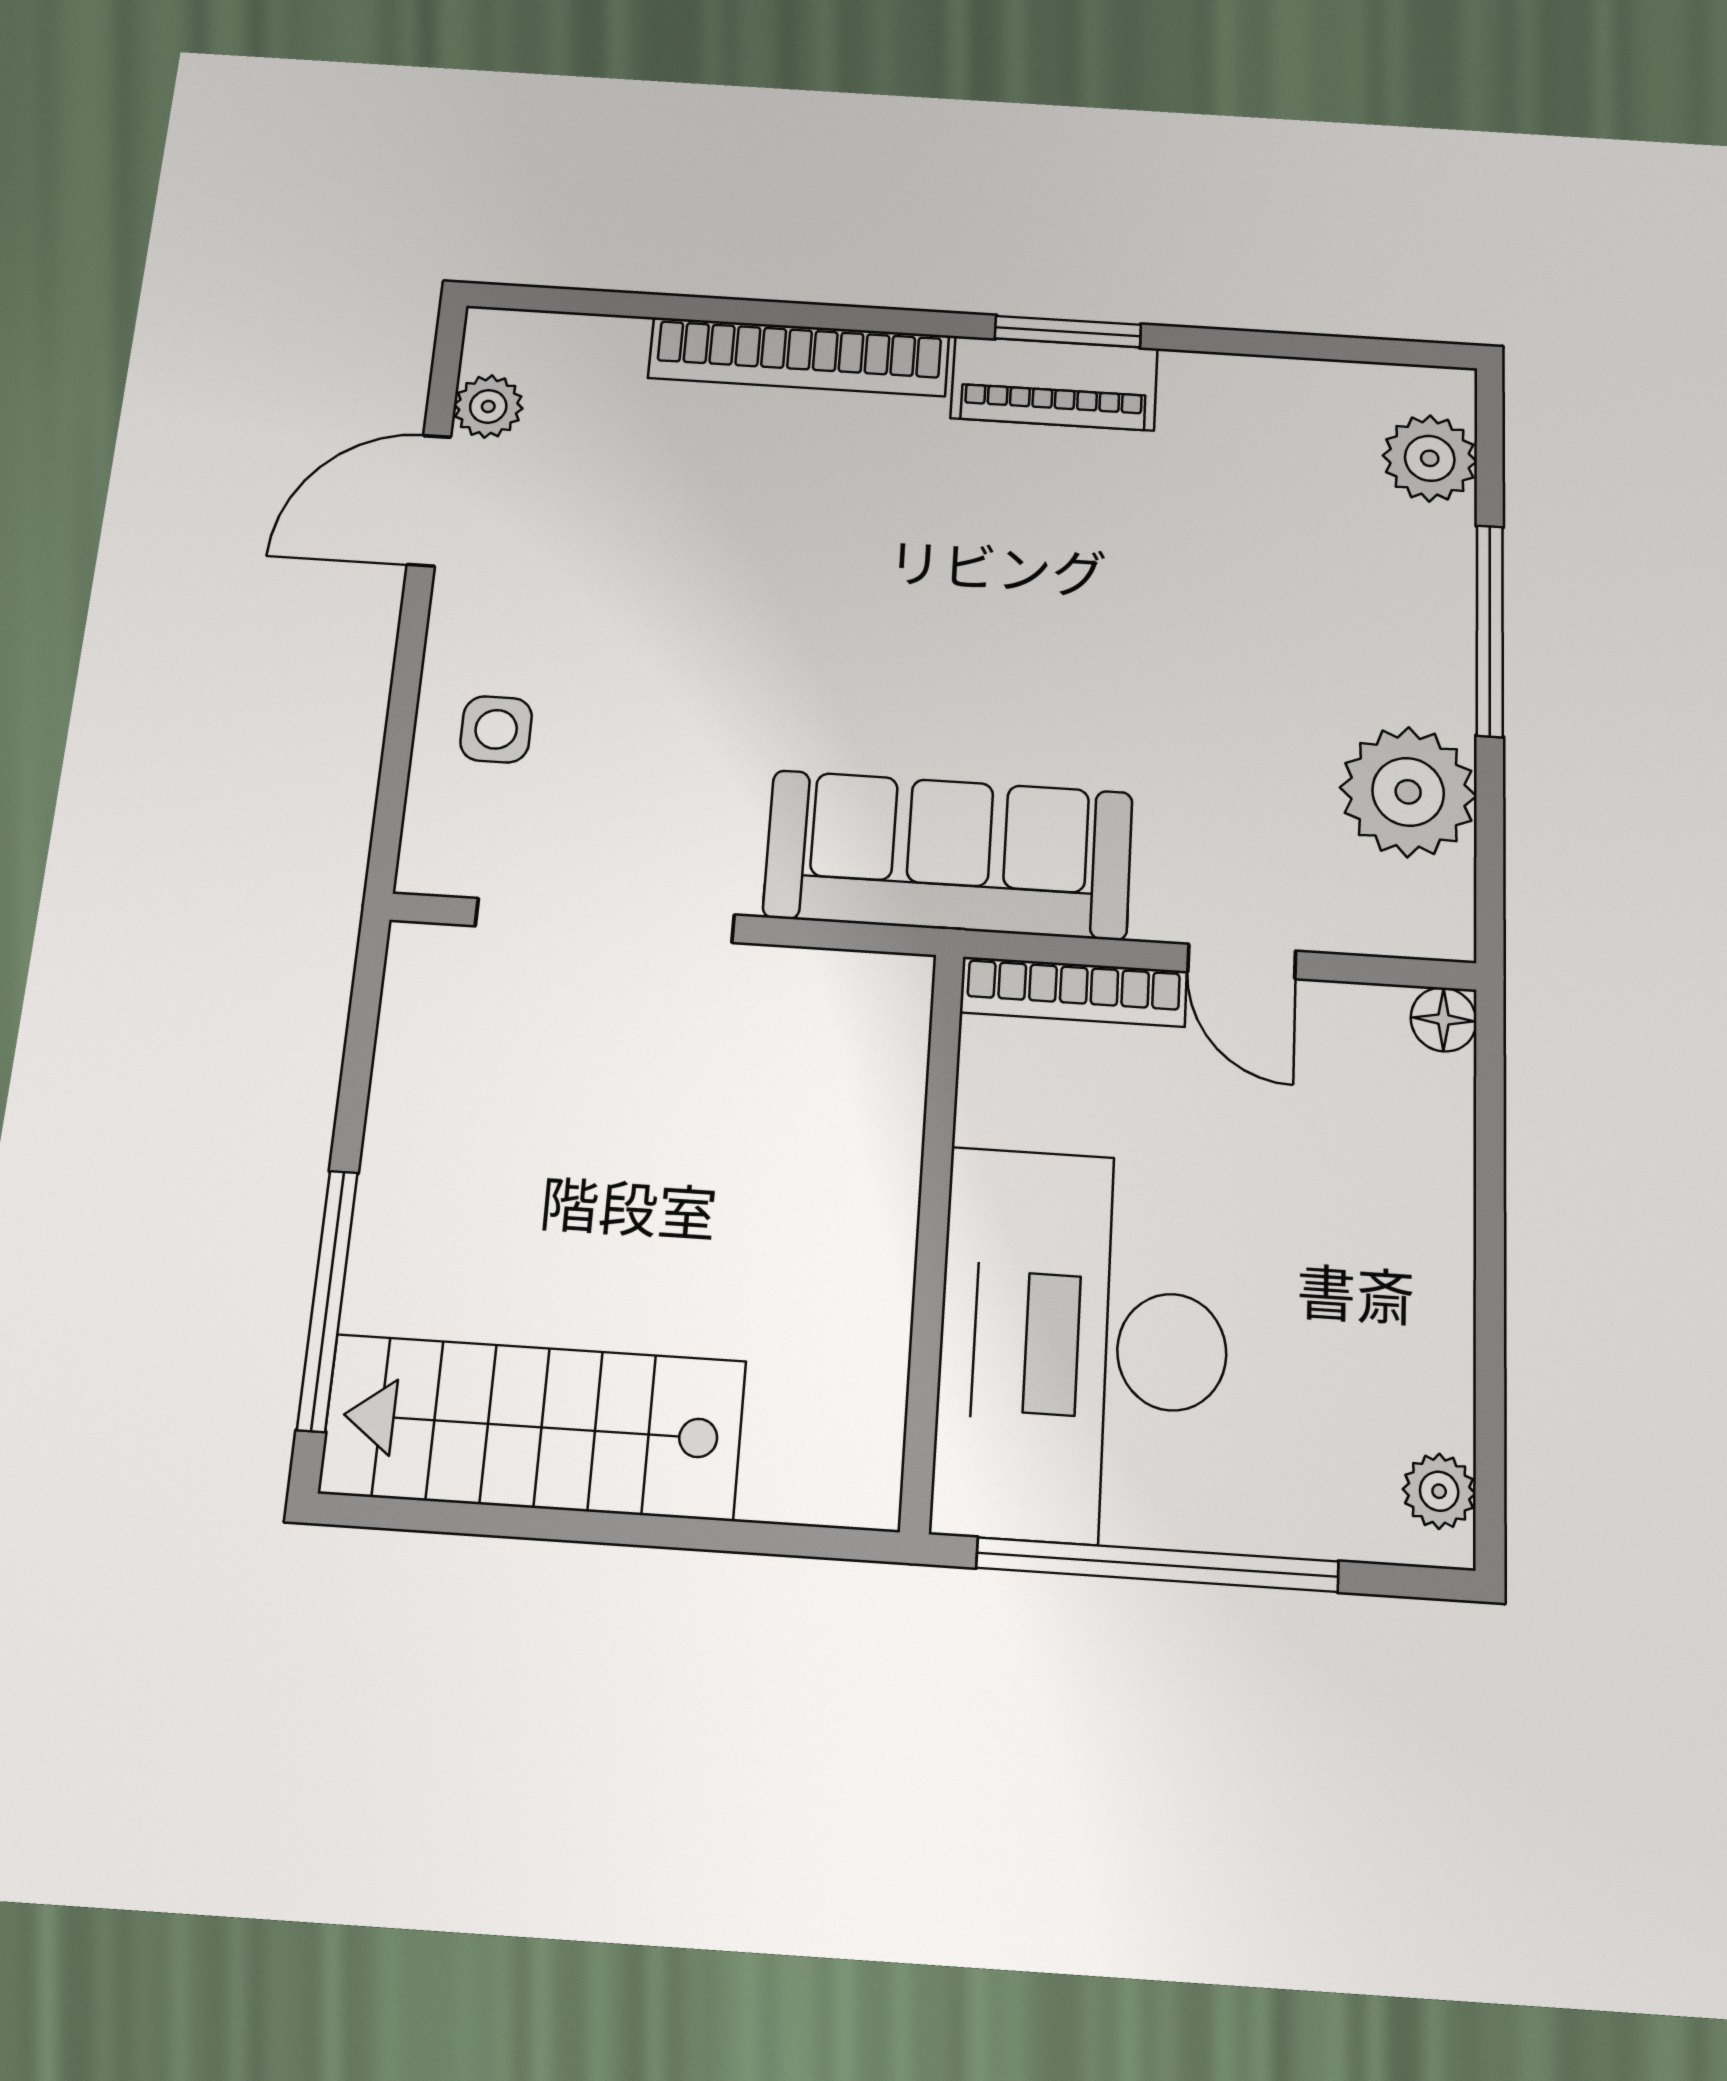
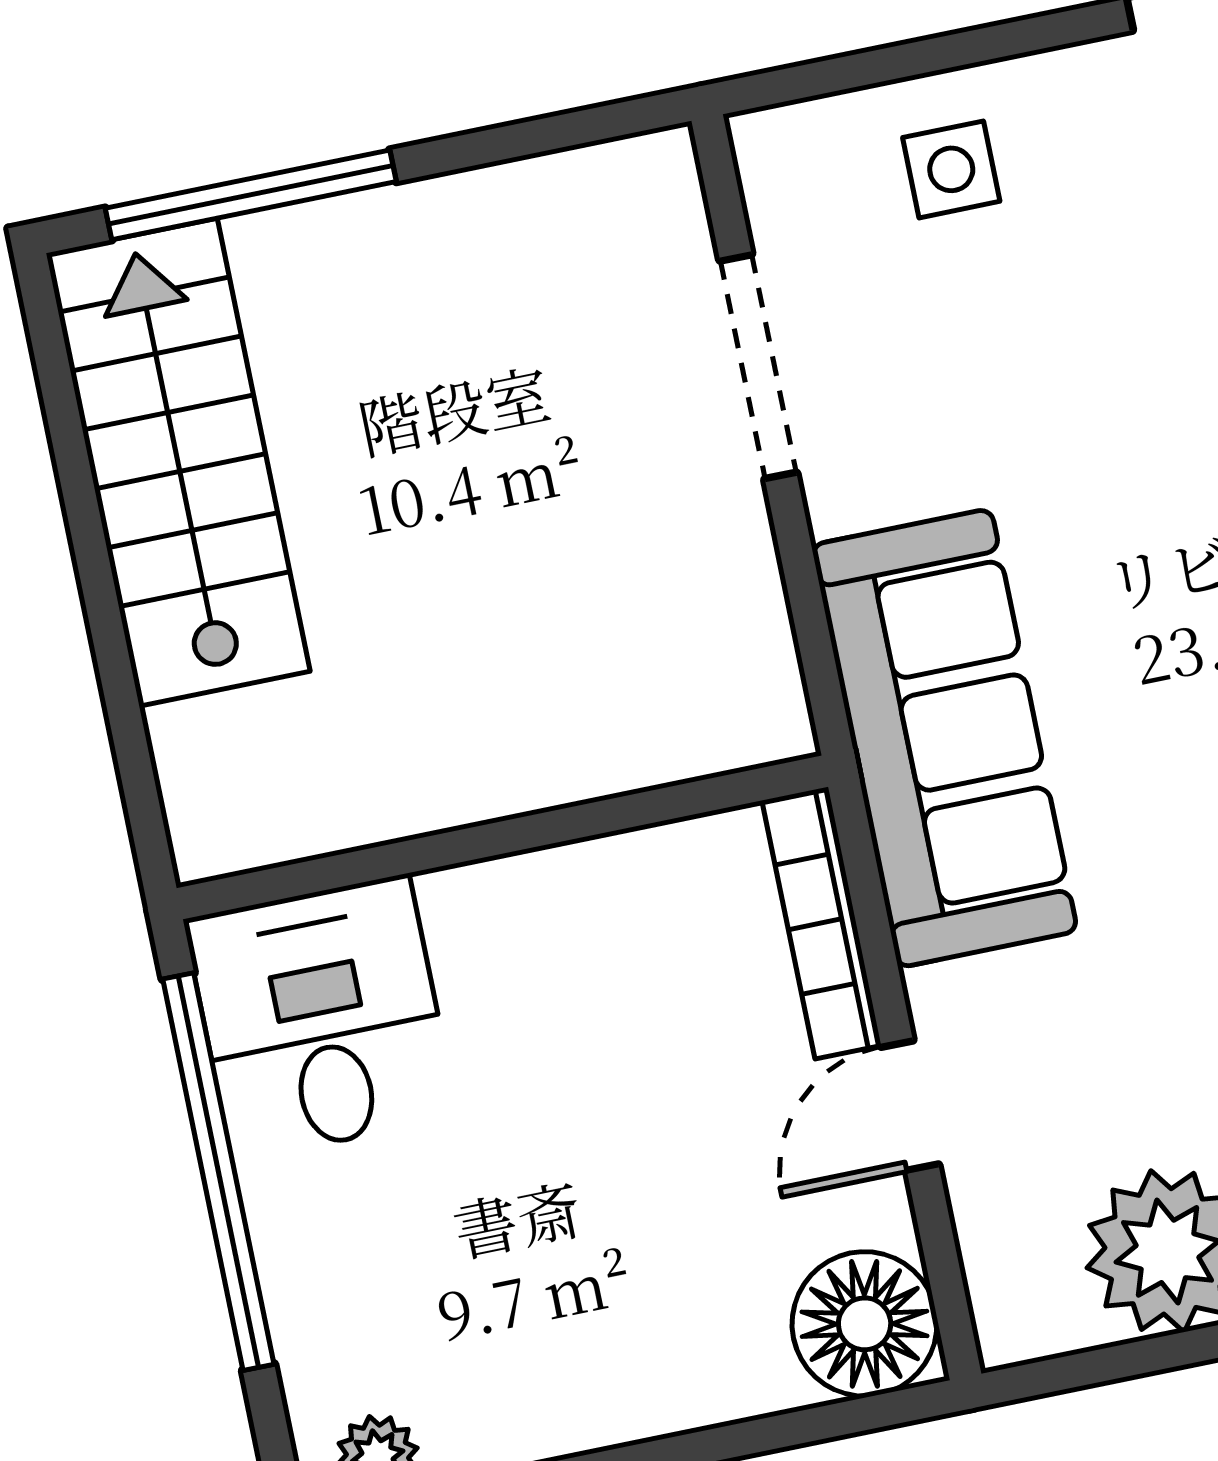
doorway: (605, 920) -> (758, 367), width x0.73
floor lamp: (1444, 1019) -> (865, 1324), width x1.89, depth x1.89
desk: (1083, 1346) -> (321, 1018), width x0.53, depth x0.77

